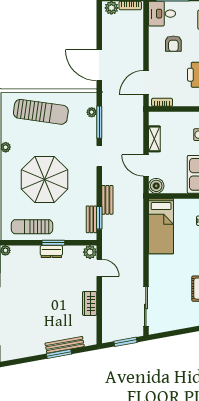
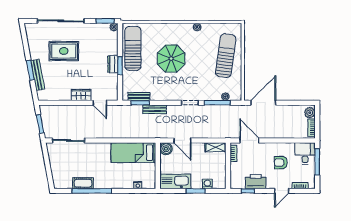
sun lounger: (41, 112) -> (226, 56), turned 180
shelving: (154, 139) -> (216, 147), moved
door: (146, 165) -> (182, 141), swing flipped
parasol: (44, 179) -> (171, 59), width x0.73, depth x0.73
sun lounger: (32, 227) -> (133, 48), width x1.36, depth x1.34
plant: (90, 252) -> (112, 95), removed
door: (99, 268) -> (100, 103), hinge flipped
wardrobe: (90, 303) -> (81, 95), moved
rug: (35, 312) -> (64, 51), added

